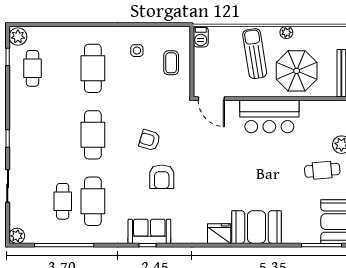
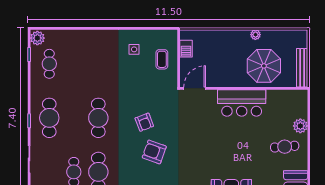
barbecue: (201, 37) -> (186, 49), moved
sun lounger: (255, 54) -> (230, 52), removed
cafe table: (93, 68) -> (49, 118), moved
door: (211, 99) -> (195, 88), swing flipped
armchair: (149, 140) -> (144, 122), turned -128
armchair: (162, 177) -> (154, 152), turned 110

